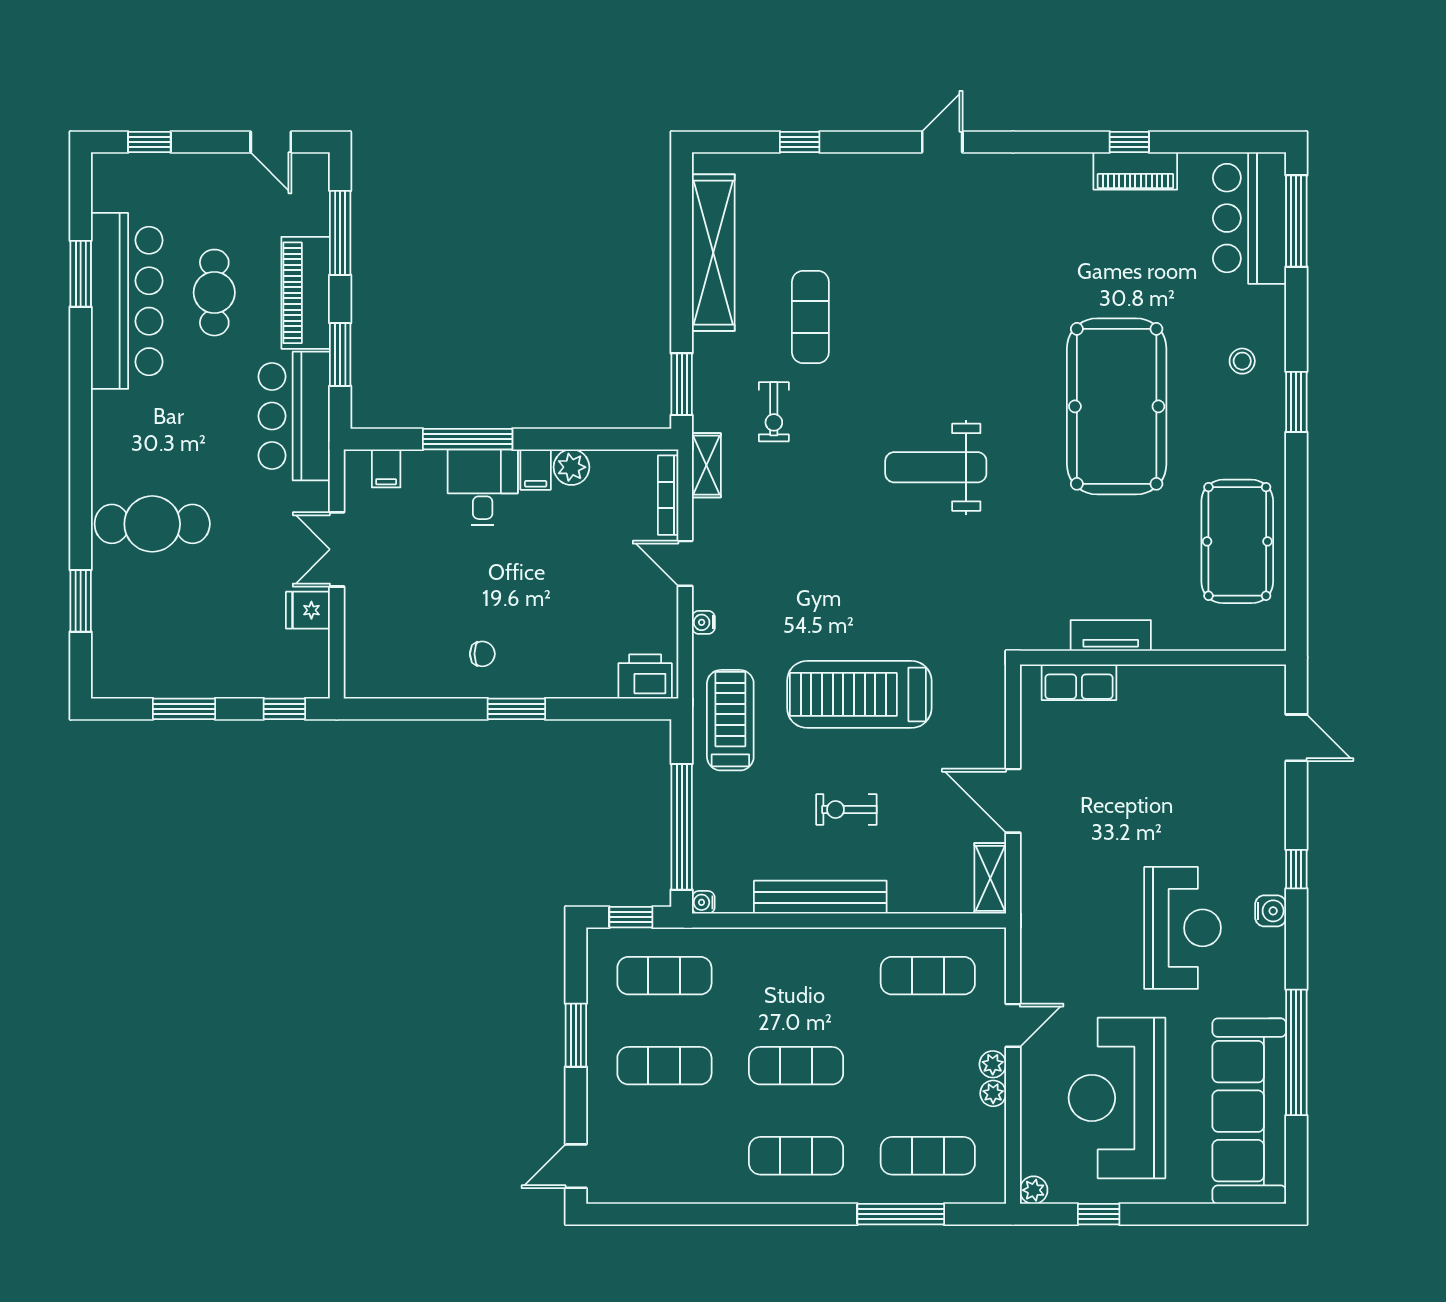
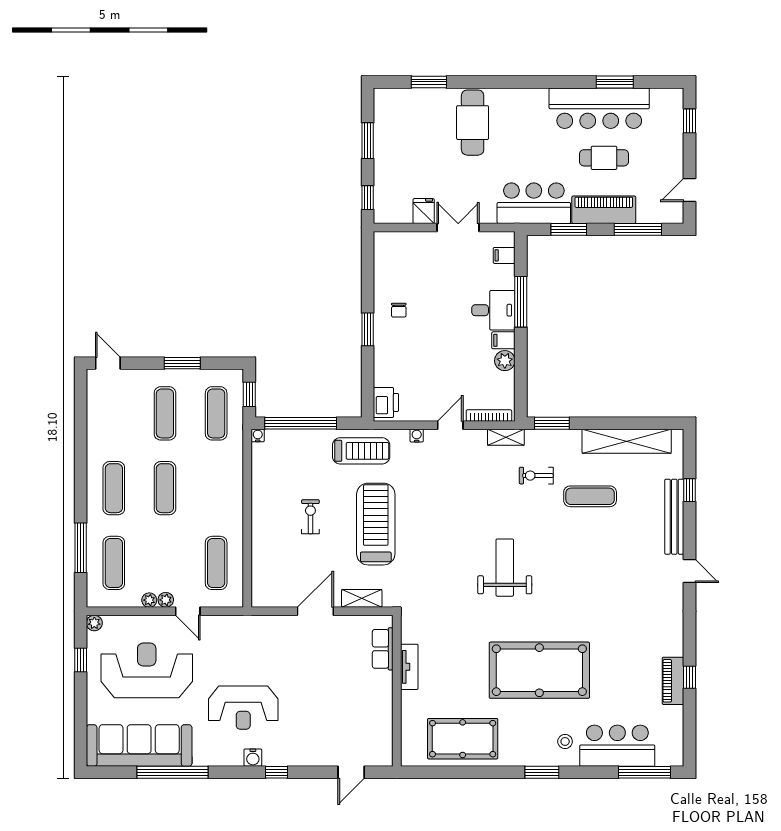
bar counter: (1250, 218) -> (617, 746), moved
shelving: (990, 878) -> (362, 598), moved
bench: (820, 897) -> (674, 517), moved

